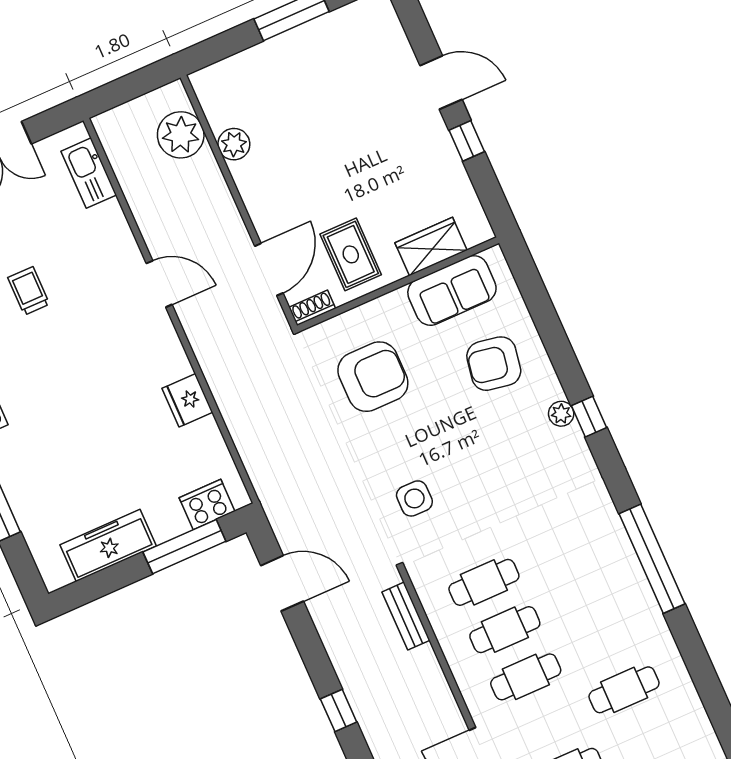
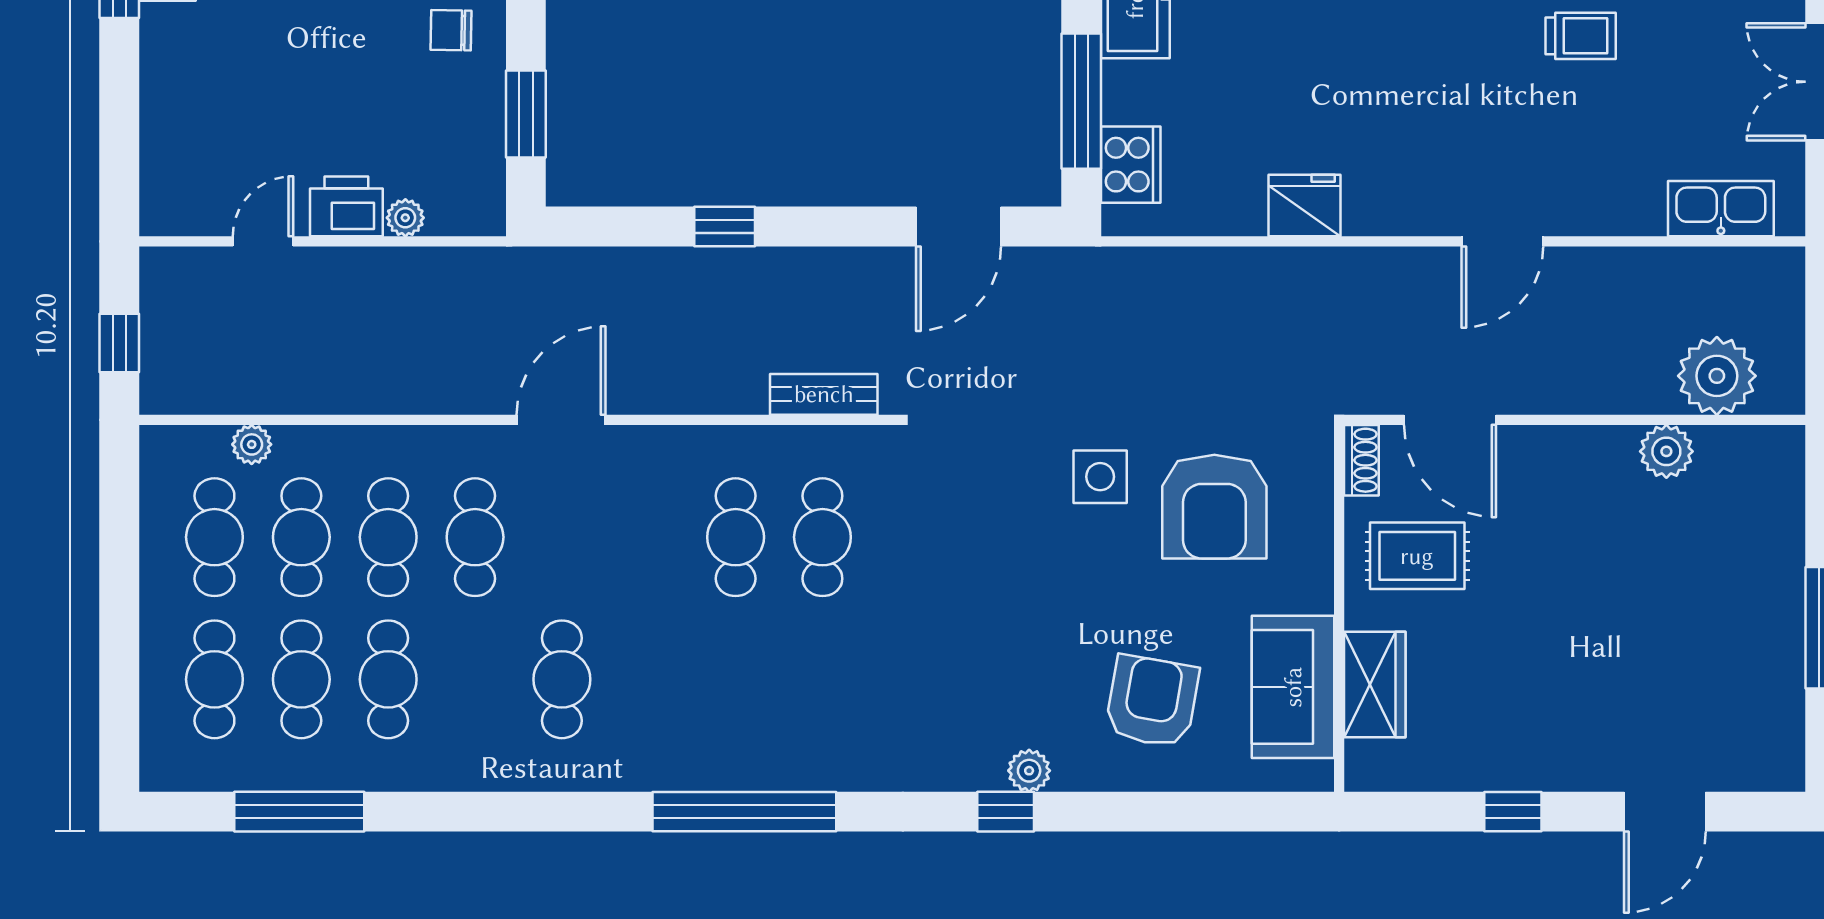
door: (441, 82) -> (1665, 812), moved
side table: (414, 498) -> (1100, 477), moved
cafe table: (526, 677) -> (649, 537), removed

